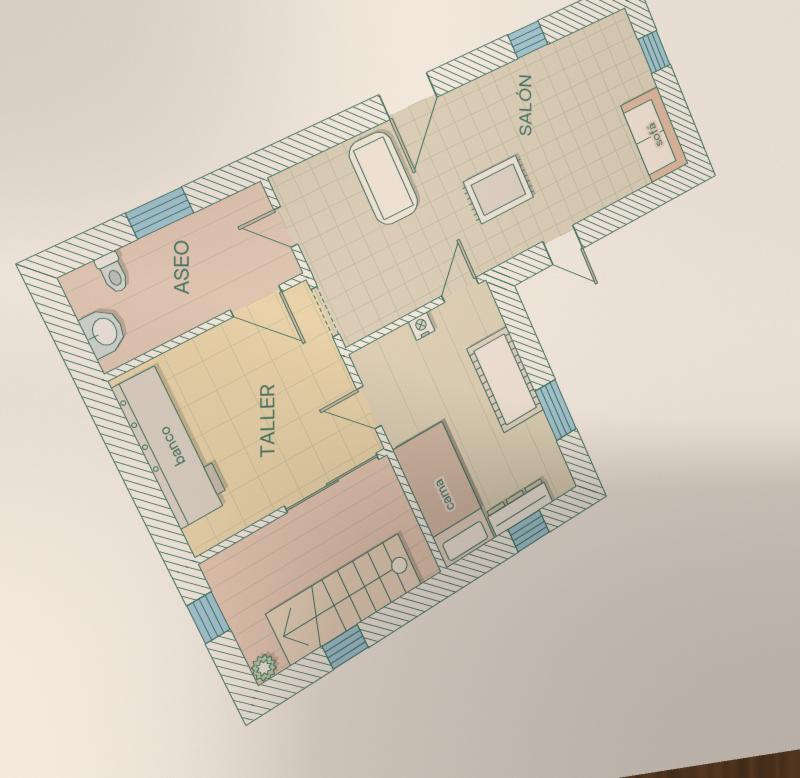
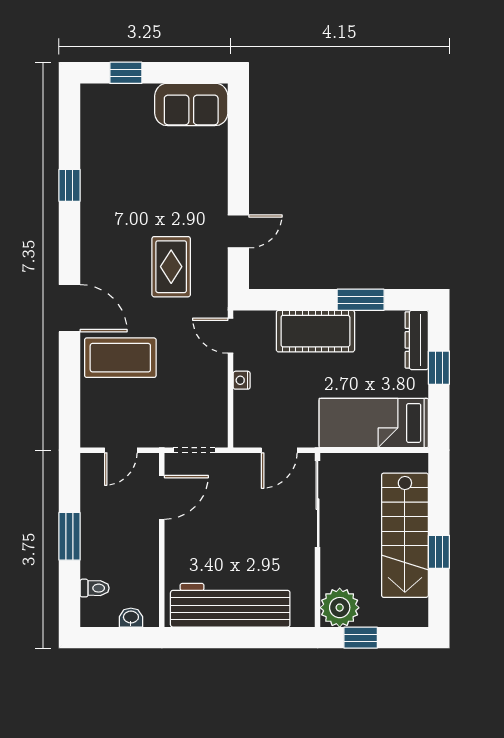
washbasin: (104, 332) -> (131, 618), width x0.72, depth x0.69
dresser: (519, 507) -> (417, 340), moved
plant: (264, 668) -> (340, 608), moved, width x1.88, depth x1.88

